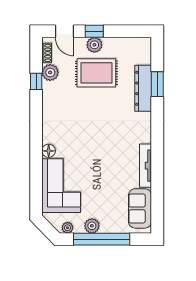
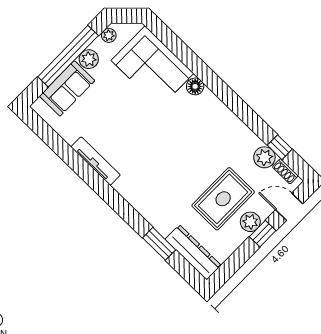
window: (36, 81) -> (280, 147), moved
dresser: (143, 88) -> (193, 252), moved
sofa: (140, 208) -> (67, 88), moved, turned 90

